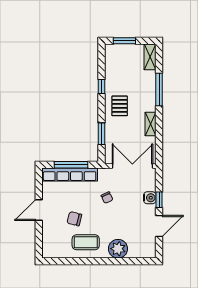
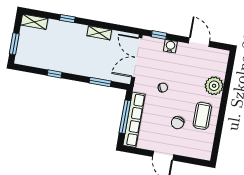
window: (159, 90) -> (67, 19), width x0.46
pallet: (120, 106) -> (76, 60), removed
window: (159, 200) -> (159, 35), moved

